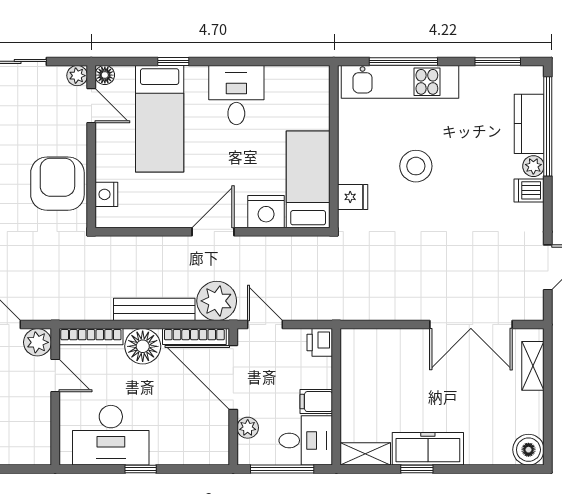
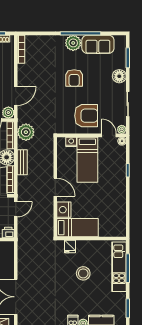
desk: (236, 95) -> (113, 197), removed
door: (91, 106) -> (109, 135), swing flipped
bed: (160, 119) -> (87, 160), moved, turned -90
armchair: (57, 184) -> (86, 116), moved
plant: (217, 301) -> (26, 132), moved
bench: (154, 309) -> (22, 162), width x0.73

